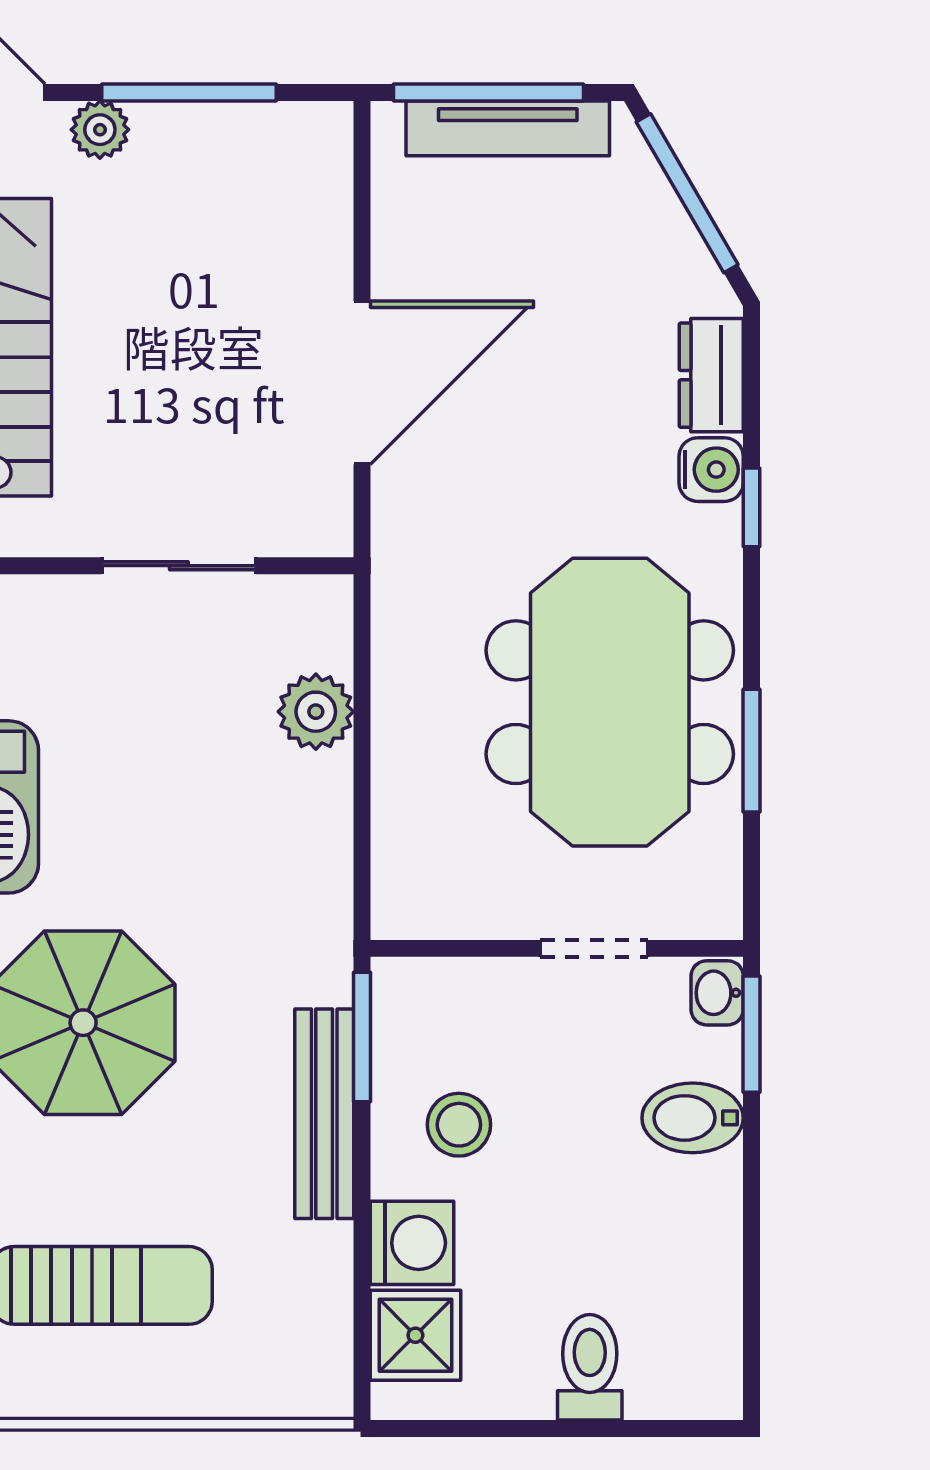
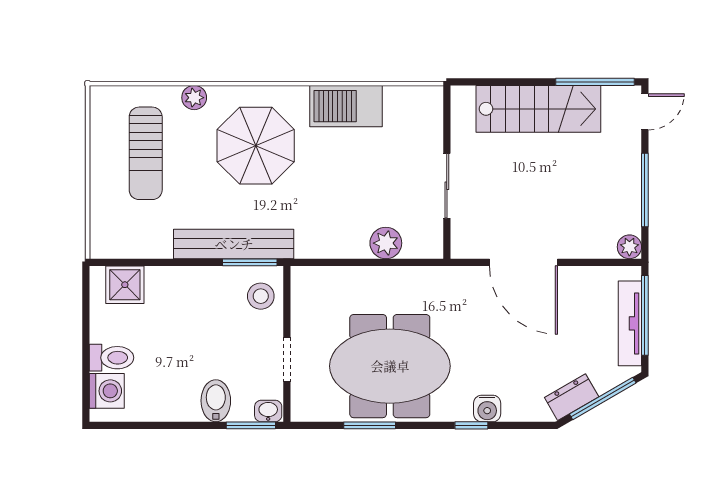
plant: (100, 130) -> (629, 247), moved
dresser: (711, 375) -> (572, 397), moved, turned -30
bench: (324, 1114) -> (234, 244), width x1.37, depth x1.21
stool: (459, 1125) -> (261, 296), moved
washing machine: (412, 1243) -> (107, 391), moved, turned -90

